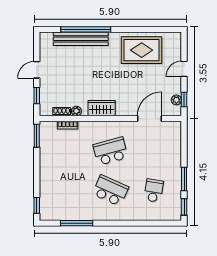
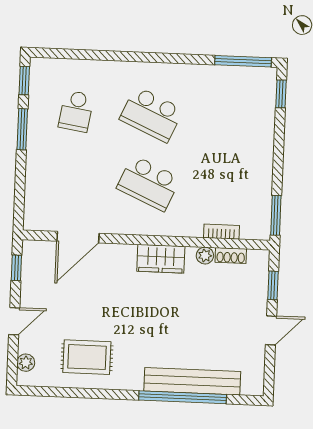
rug: (142, 50) -> (87, 357), width x0.73, depth x0.70
plant: (176, 100) -> (26, 363), moved
school desk: (110, 151) -> (149, 183), turned 39
window: (77, 223) -> (243, 61), moved

